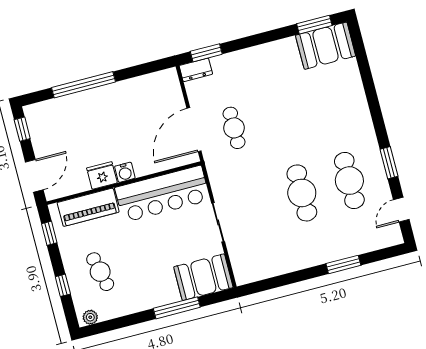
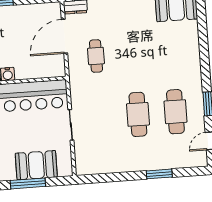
door: (194, 130) -> (64, 36), moved
booth: (203, 277) -> (36, 165), moved

